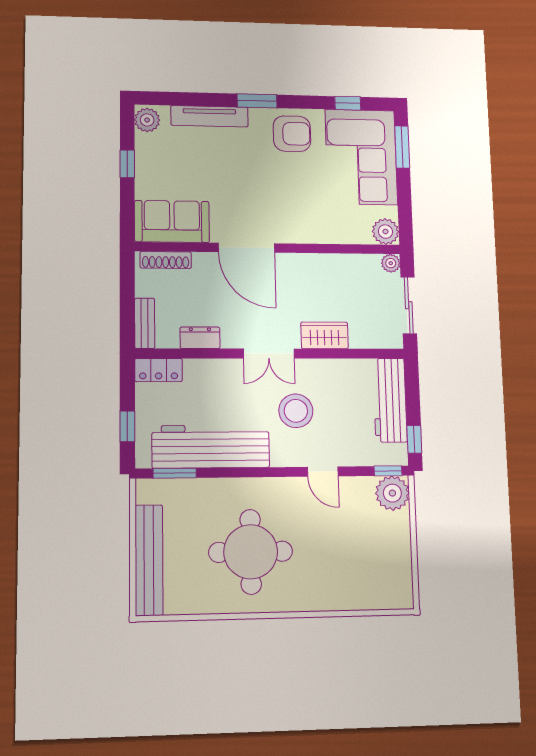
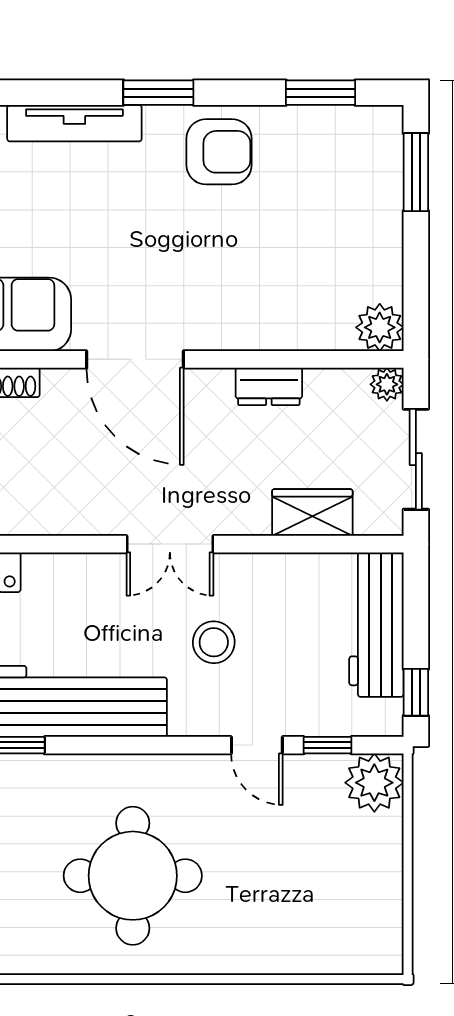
window: (348, 103) -> (320, 93), width x1.50
corner sofa: (361, 157) -> (341, 192), removed
wardrobe: (325, 335) -> (312, 513), moved
dresser: (200, 338) -> (269, 386), moved, turned 180
stool: (296, 411) -> (214, 642), width x0.73, depth x0.73
window: (388, 471) -> (327, 745), moved

